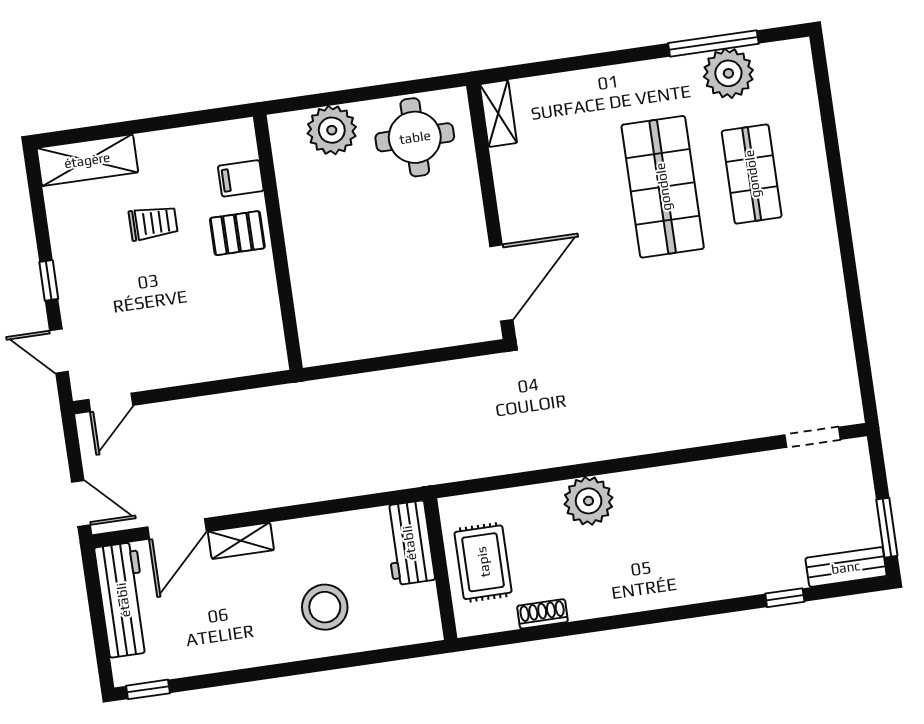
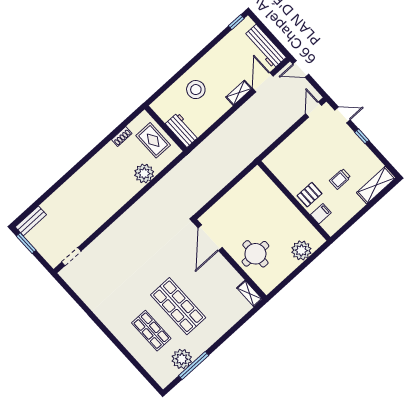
round table: (415, 137) -> (255, 254), moved
plant: (589, 501) -> (144, 173), moved
window: (785, 598) -> (44, 197), removed

